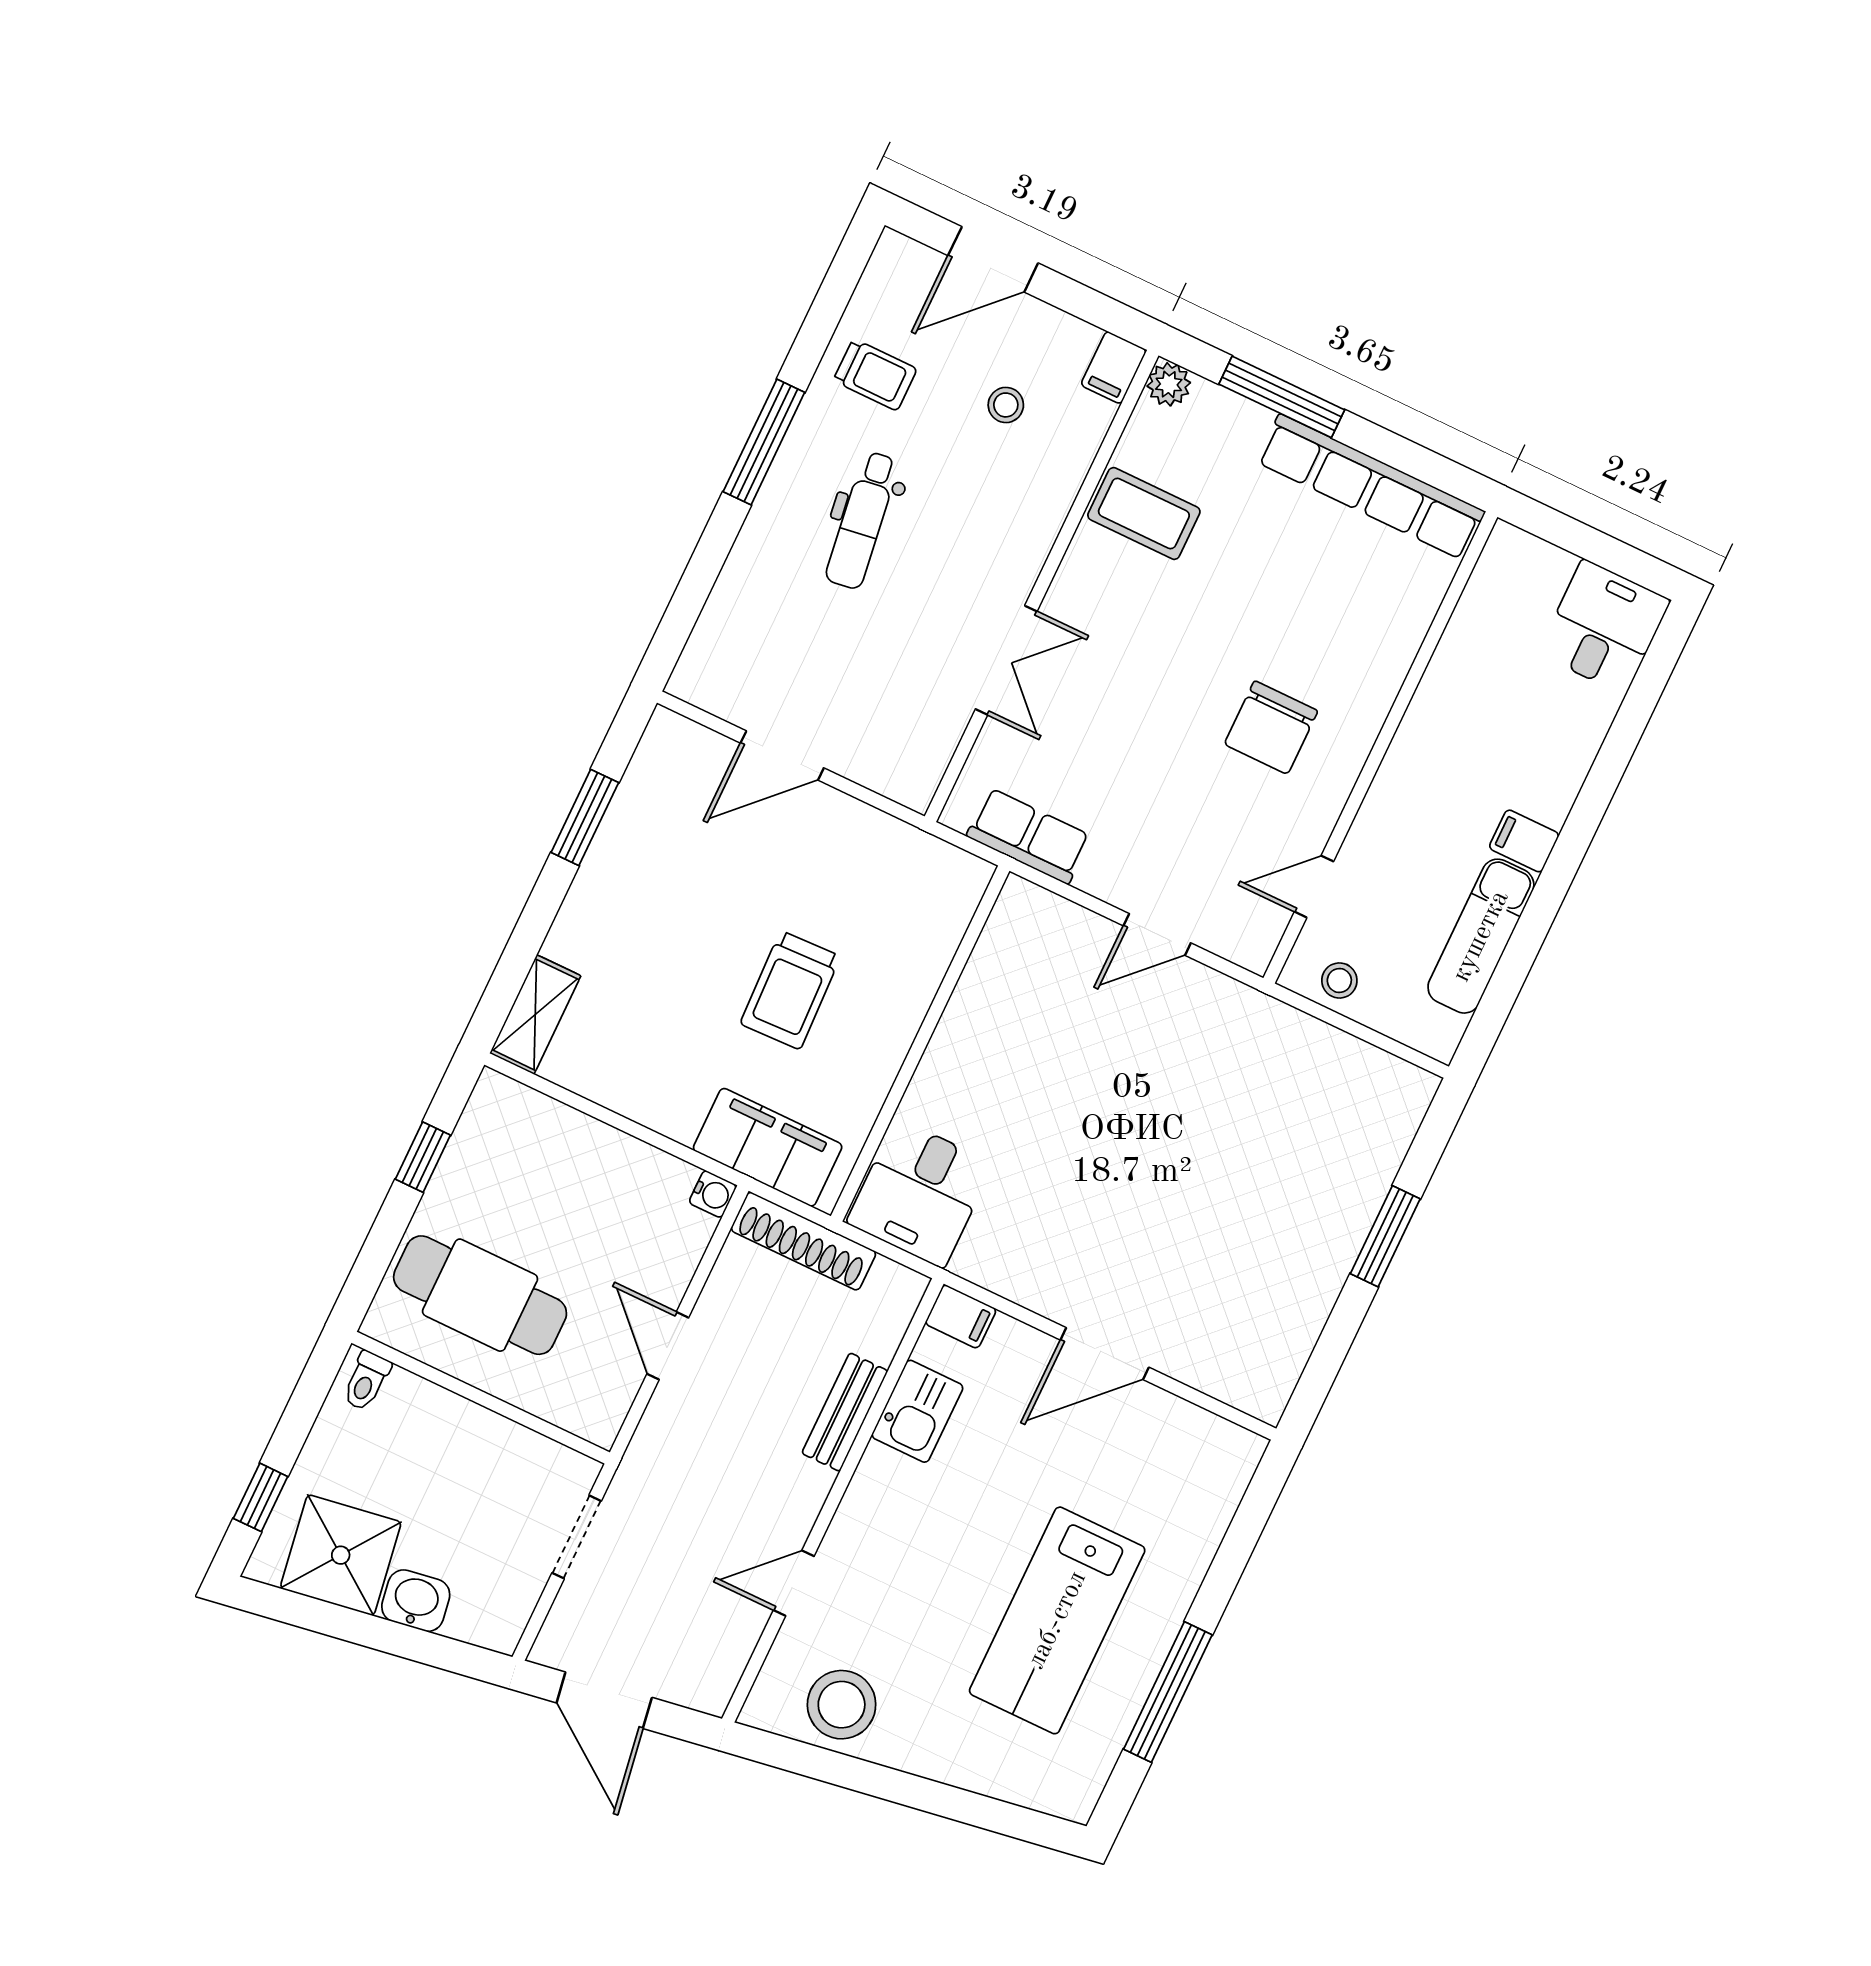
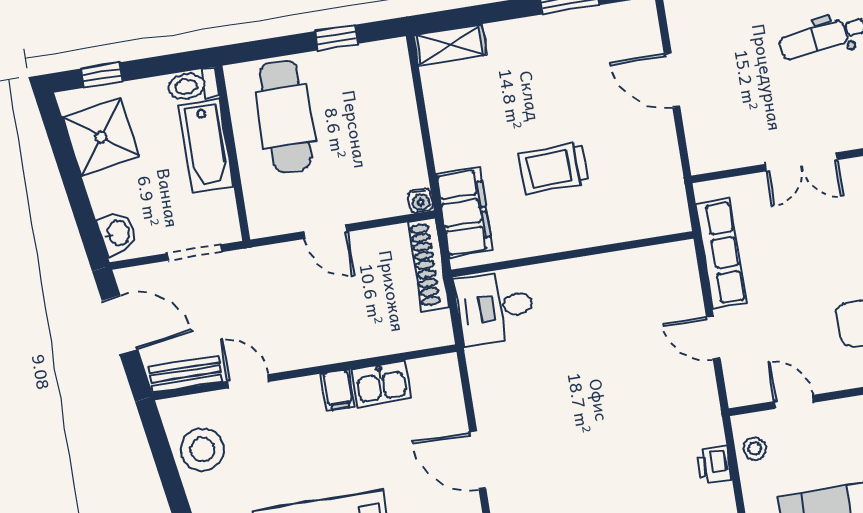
row of seats: (1029, 836) -> (721, 253), width x1.48
printer: (1325, 1048) -> (714, 465), added
filing cabinet: (961, 1316) -> (338, 390), moved
door: (668, 1346) -> (326, 231), swing flipped
toilet: (366, 1381) -> (193, 85), width x1.37, depth x1.39
bench: (845, 1412) -> (186, 374), moved
bathtub: (447, 1425) -> (206, 146), added
washbasin: (416, 1601) -> (118, 233), moved
door: (604, 1700) -> (120, 325), swing flipped

